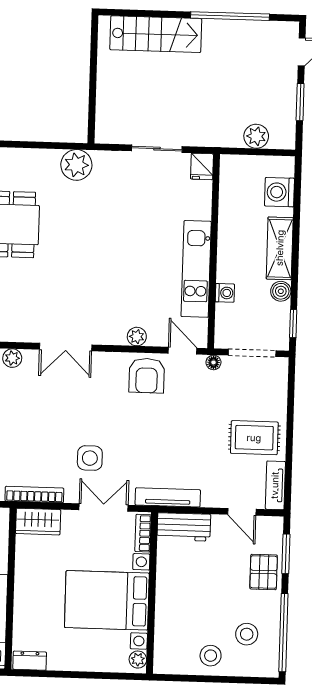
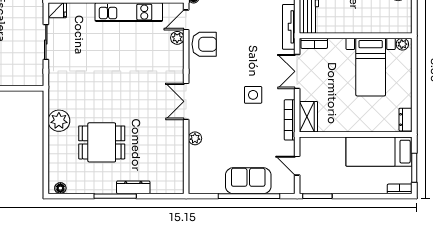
plant: (76, 165) -> (59, 121), moved
plant: (137, 337) -> (177, 38), moved
double door: (66, 347) -> (186, 101), swing flipped
side table: (90, 458) -> (253, 95), moved
bed with nightstands: (107, 600) -> (371, 67), width x0.73

